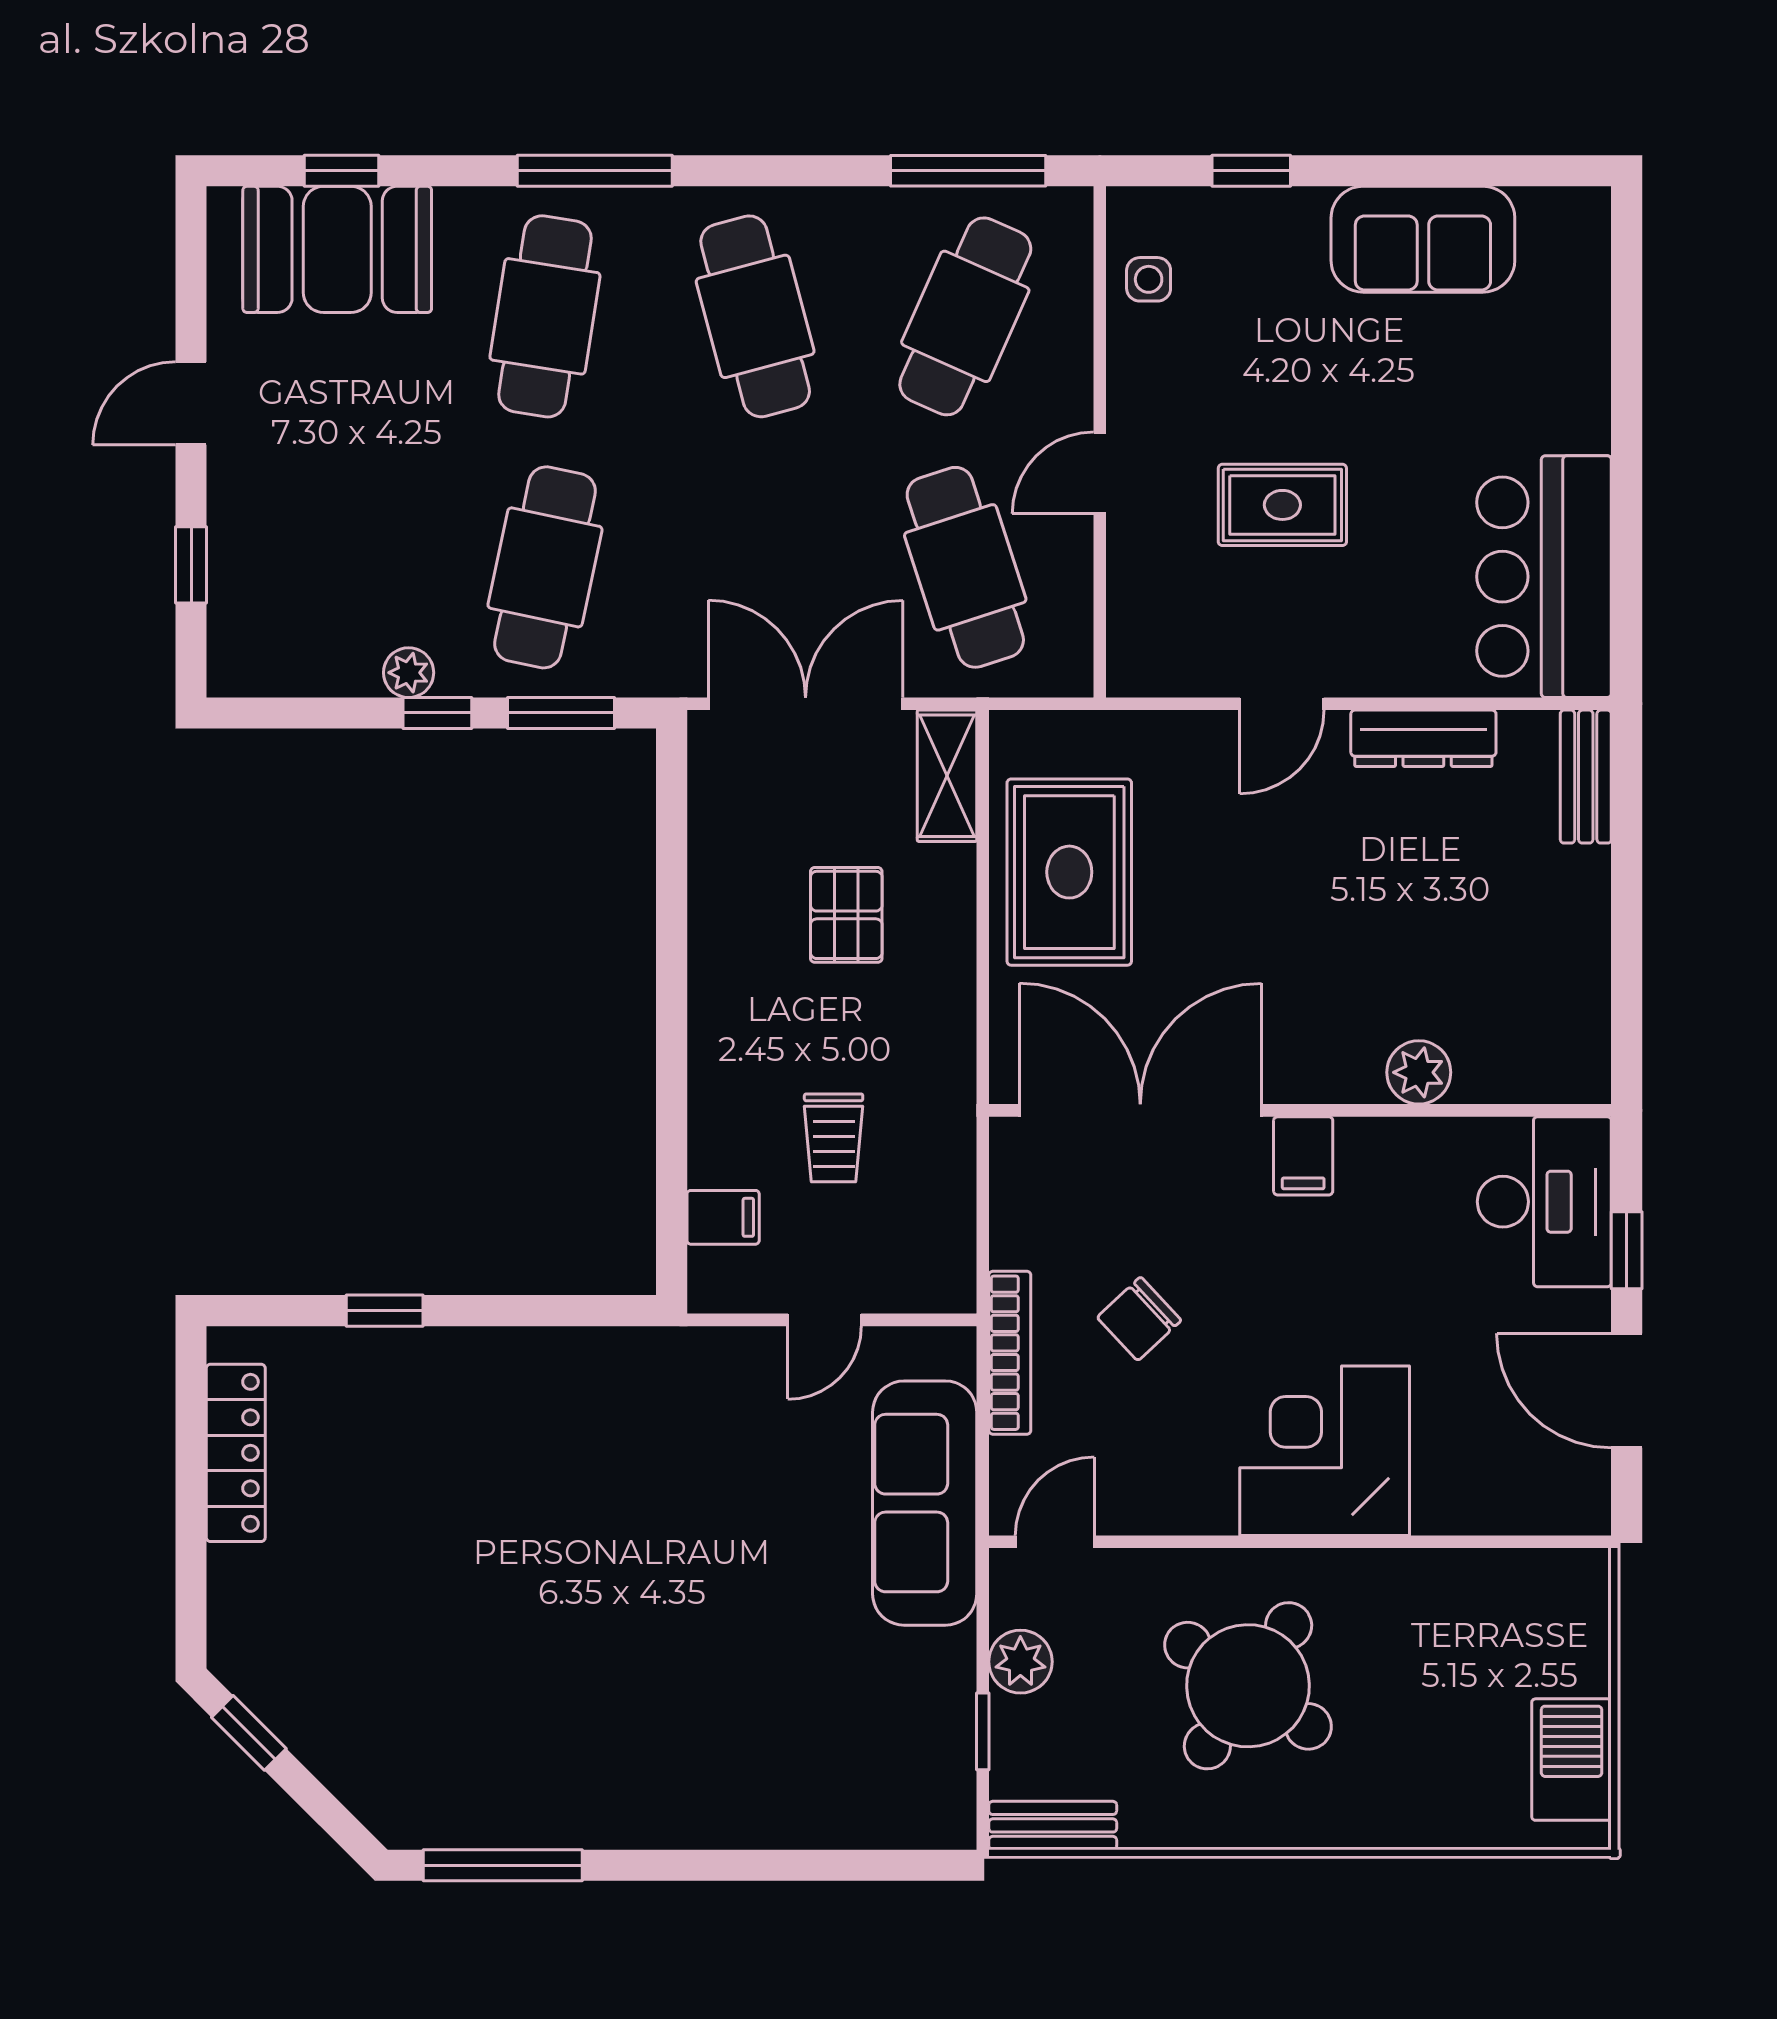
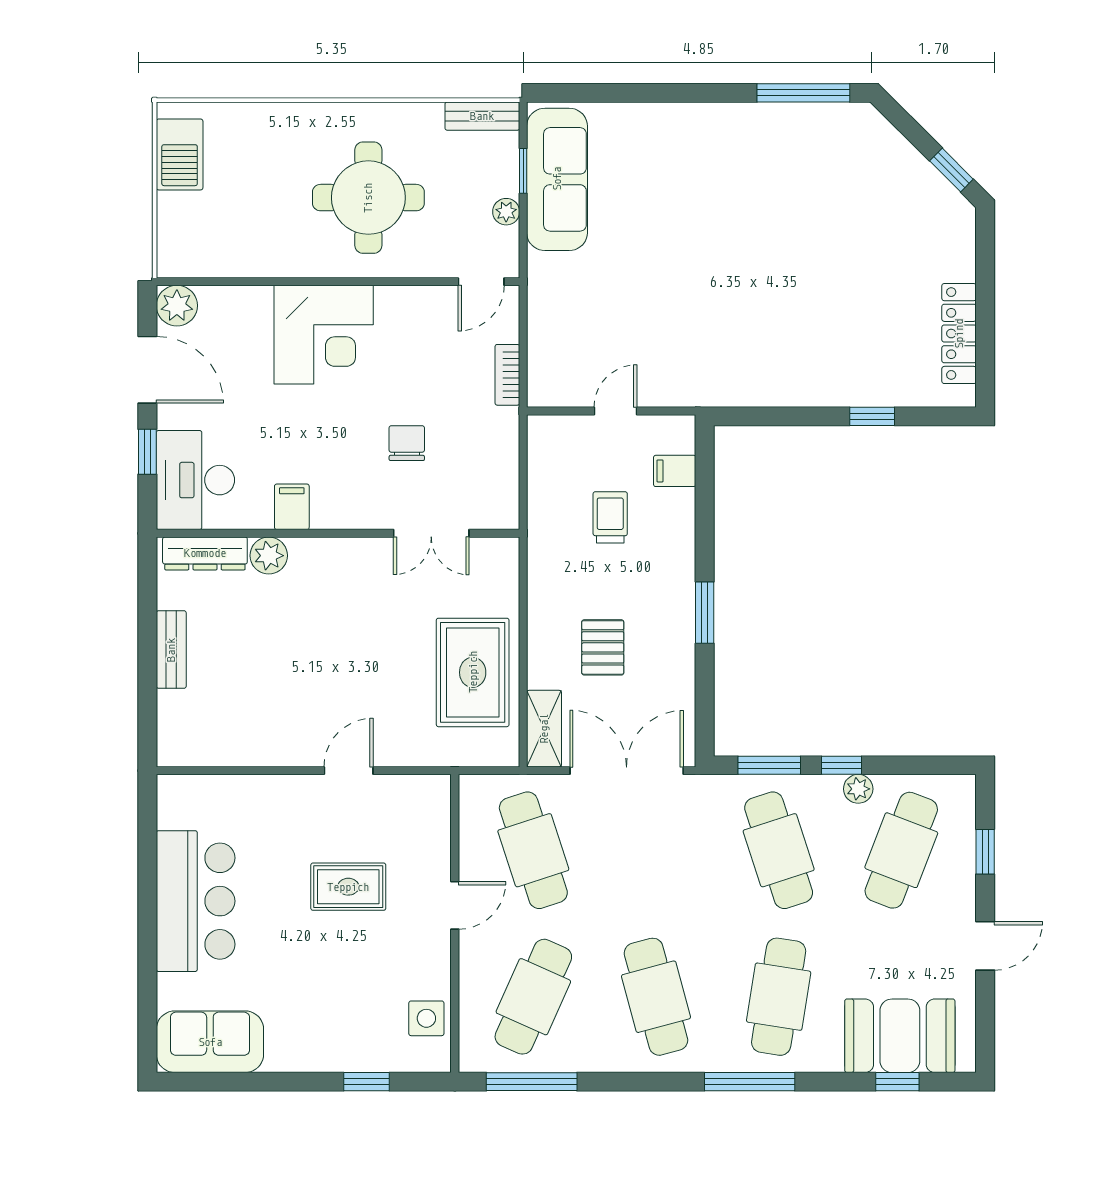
sofa: (1423, 239) -> (210, 1042), moved
side table: (1149, 279) -> (426, 1018), width x1.37, depth x1.37
cafe table: (335, 567) -> (901, 850), added
cafe table: (545, 567) -> (779, 850), turned -30
bar counter: (1544, 577) -> (196, 901), moved
double door: (806, 704) -> (627, 771), swing flipped
dresser: (1423, 738) -> (205, 553), moved, turned 180
bench: (1586, 777) -> (171, 650), moved
window: (672, 974) -> (705, 613), added
double door: (1140, 1110) -> (431, 533), width x0.54
filing cabinet: (1303, 1156) -> (292, 507), moved
chair: (1139, 1319) -> (407, 443), moved, turned -47
bookcase: (1010, 1353) -> (507, 375), width x0.64
plant: (1576, 1500) -> (177, 306), added
sofa: (925, 1503) -> (557, 179), moved
plant: (1020, 1662) -> (506, 212), width x0.73, depth x0.73
round table: (1248, 1686) -> (368, 198), turned -34

